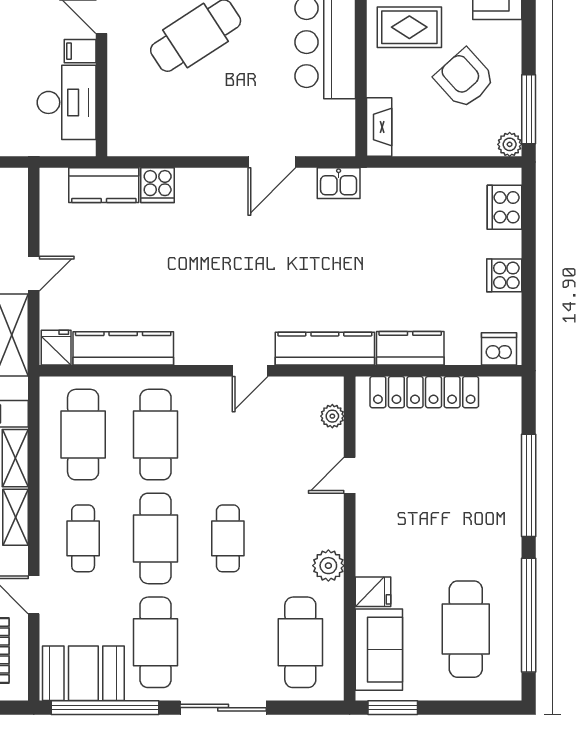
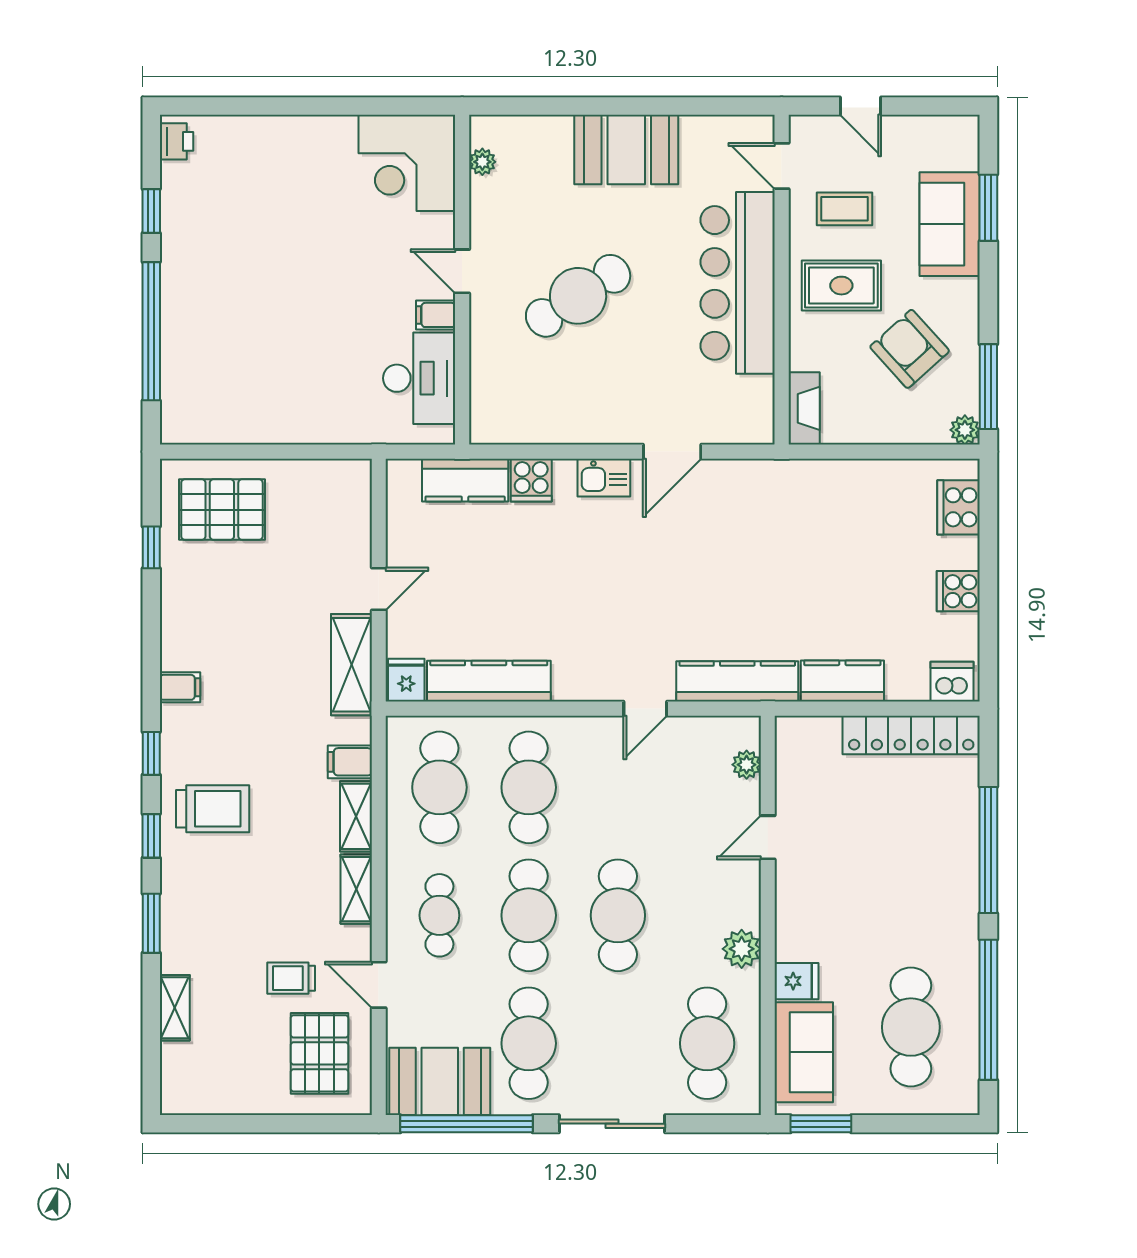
kitchen sink: (339, 183) -> (604, 478), moved
locker: (424, 392) -> (911, 735), moved
cafe table: (228, 538) -> (618, 915), width x1.37, depth x1.35

